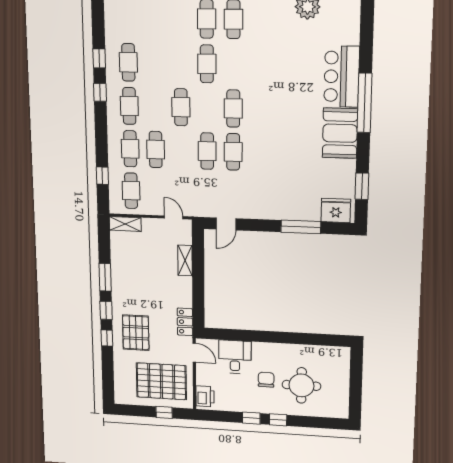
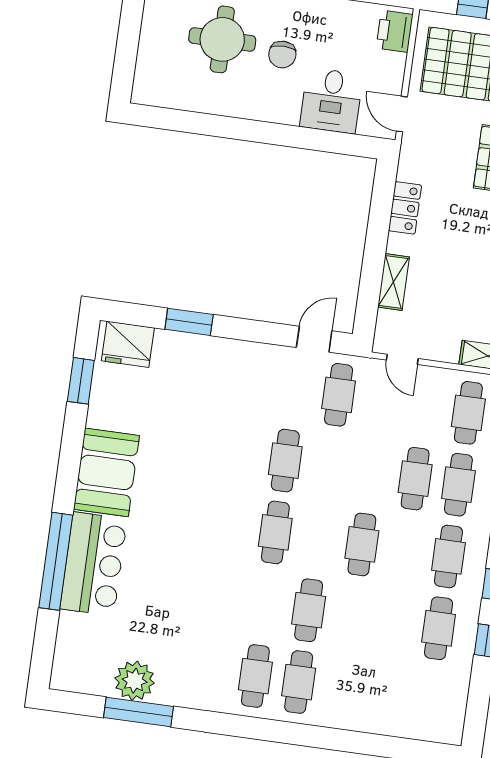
window: (364, 103) -> (56, 561), moved
cafe table: (207, 151) -> (339, 395), moved
window: (301, 227) -> (189, 322), width x0.69
locker: (185, 322) -> (405, 208), moved

